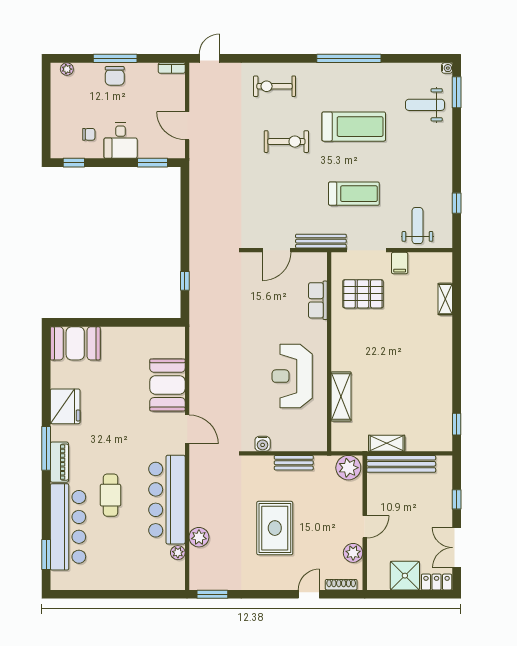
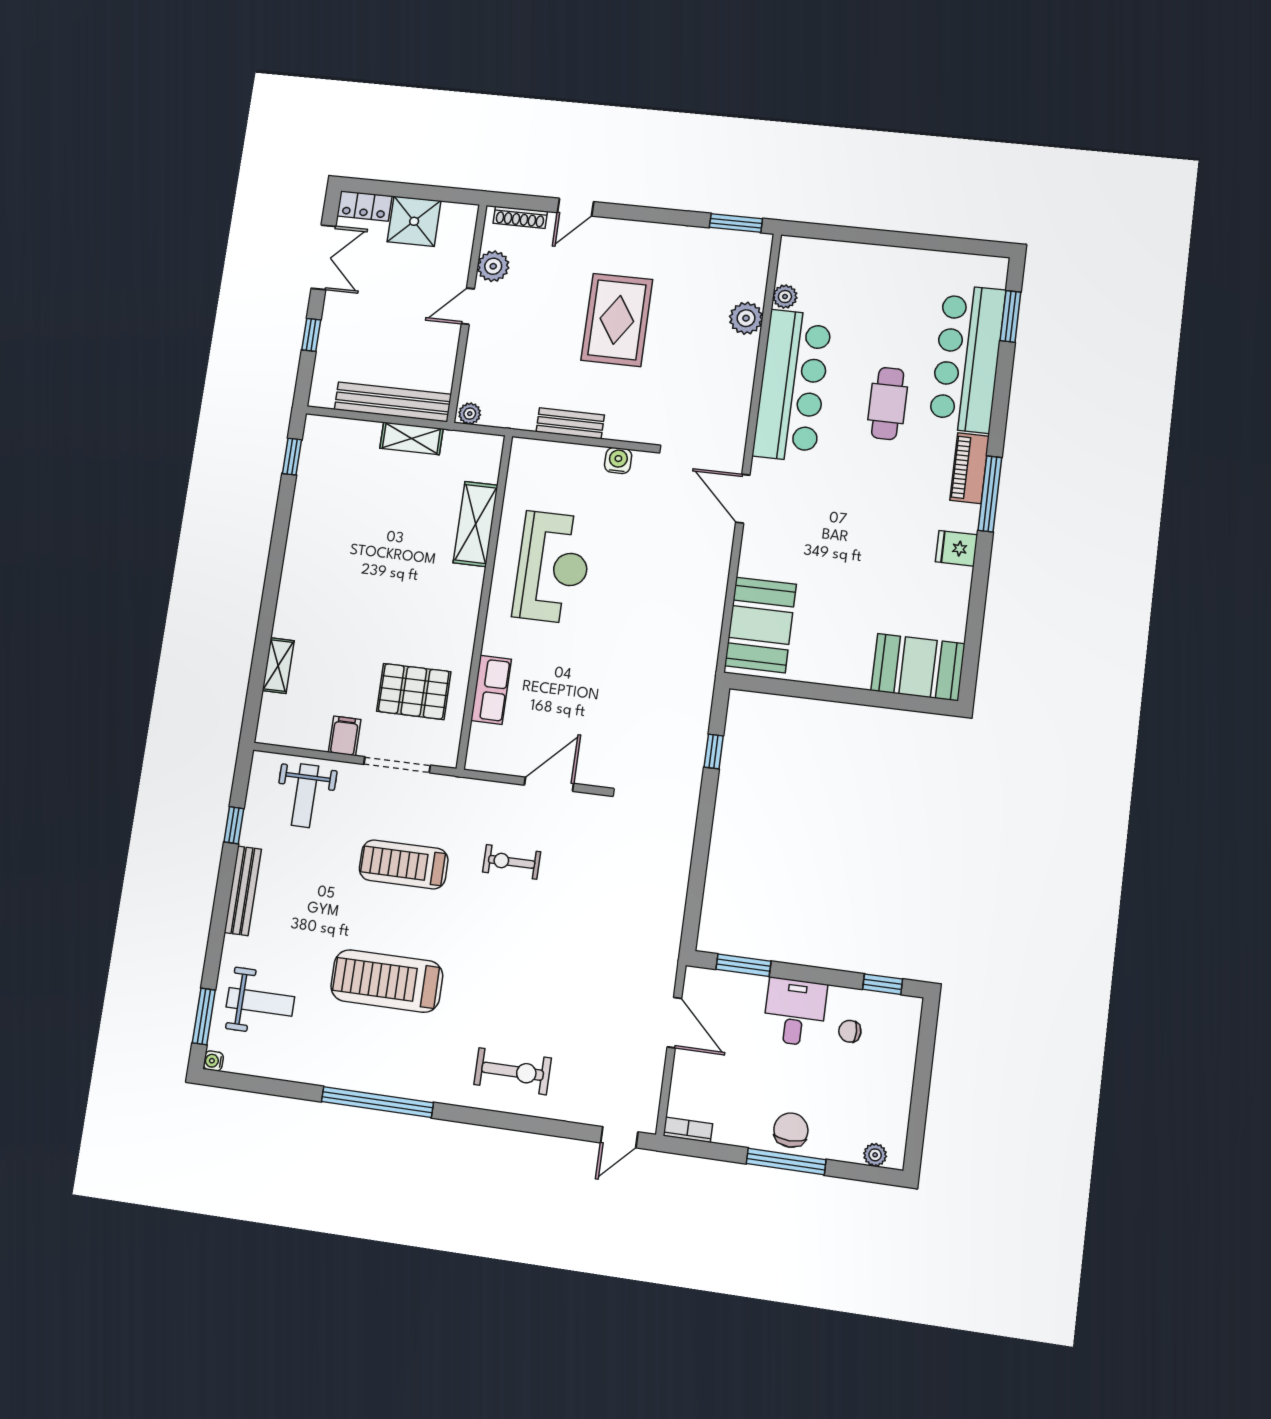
exercise bike: (286, 142) -> (512, 862), moved, width x0.73, depth x0.72
bench: (321, 241) -> (243, 891), moved, turned 90
booth: (167, 385) -> (760, 625), moved
fridge: (65, 406) -> (956, 548), width x0.53, depth x0.75
plant: (348, 468) -> (470, 414), width x0.53, depth x0.53

